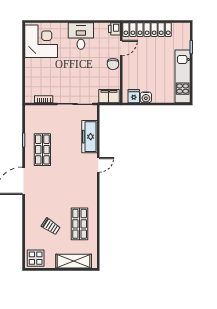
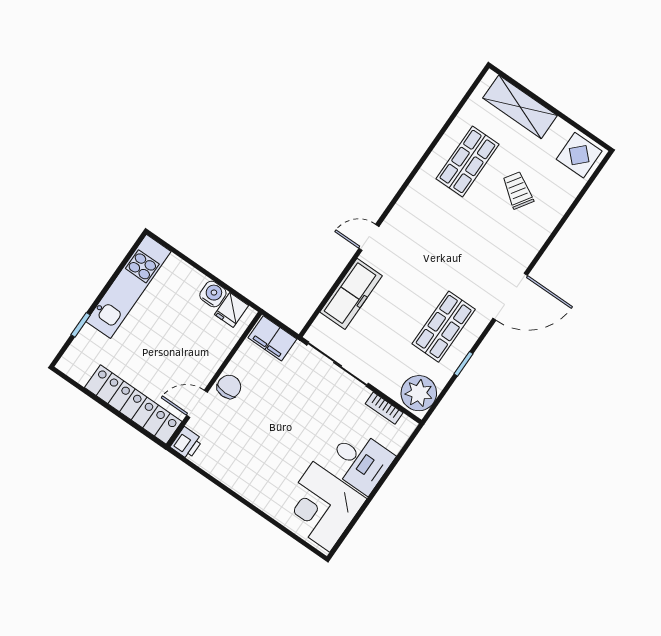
desk: (81, 36) -> (360, 461), moved, turned -90
plant: (34, 115) -> (419, 393), added

